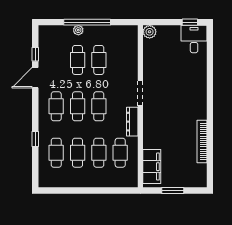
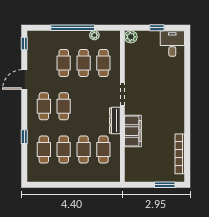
window: (190, 22) -> (157, 28), moved
plant: (78, 30) -> (94, 35), moved
window: (35, 54) -> (24, 44), moved
cafe table: (99, 106) -> (103, 63), moved
bookcase: (202, 142) -> (180, 154), moved
filing cabinet: (152, 167) -> (133, 131), moved
window: (173, 191) -> (165, 185), moved

